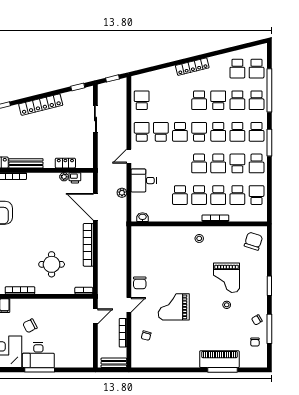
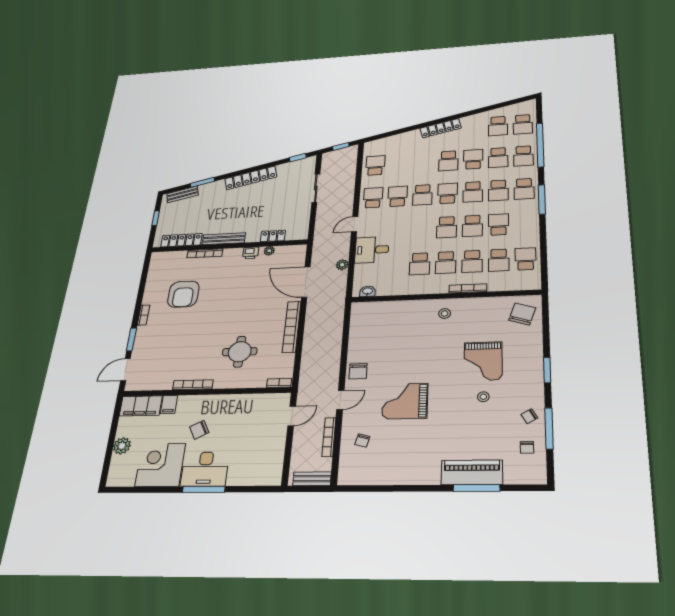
school desk: (257, 163) -> (525, 223), removed
printer: (75, 178) -> (251, 253), moved

